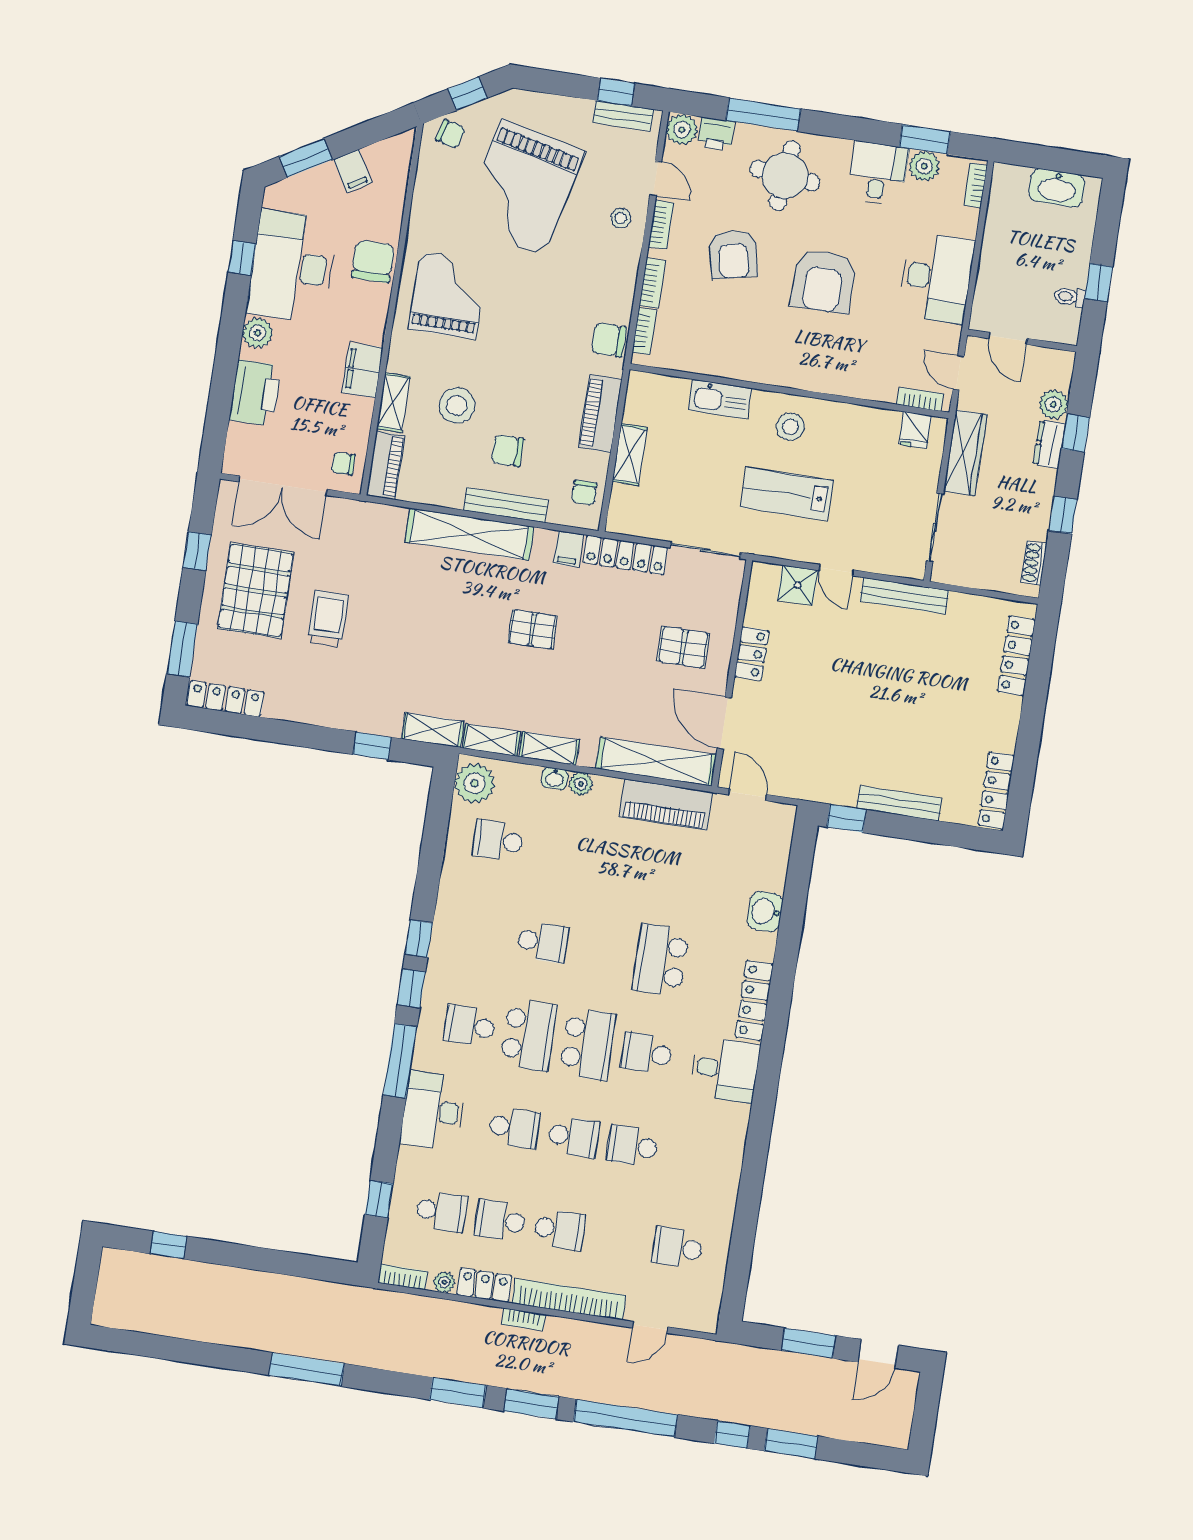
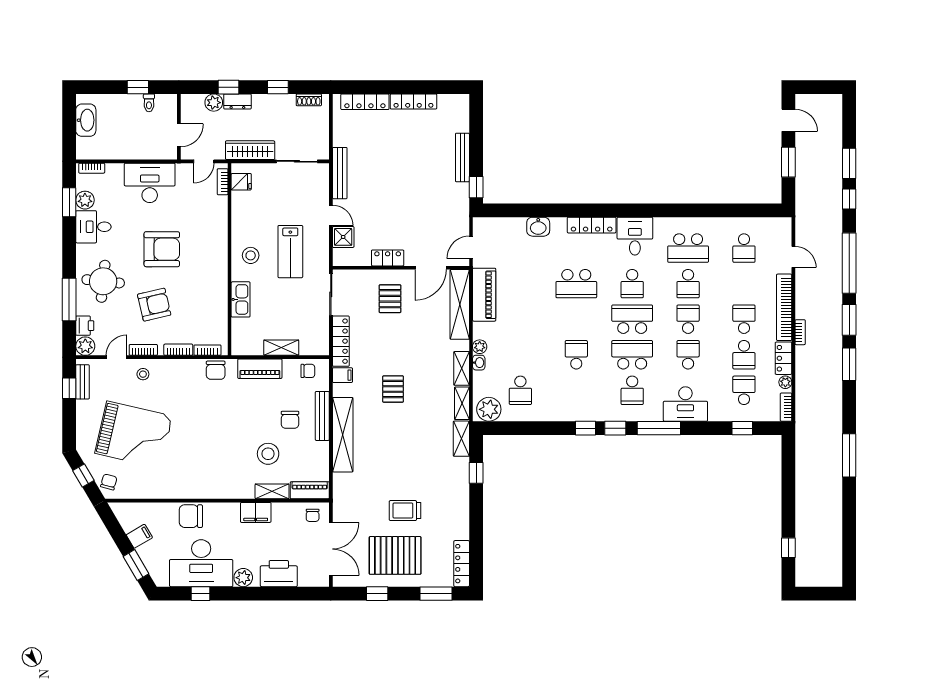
grand piano: (448, 295) -> (204, 469), removed
door: (836, 570) -> (331, 215), hinge flipped
locker: (996, 790) -> (413, 101), moved
school desk: (692, 1155) -> (688, 248), added

